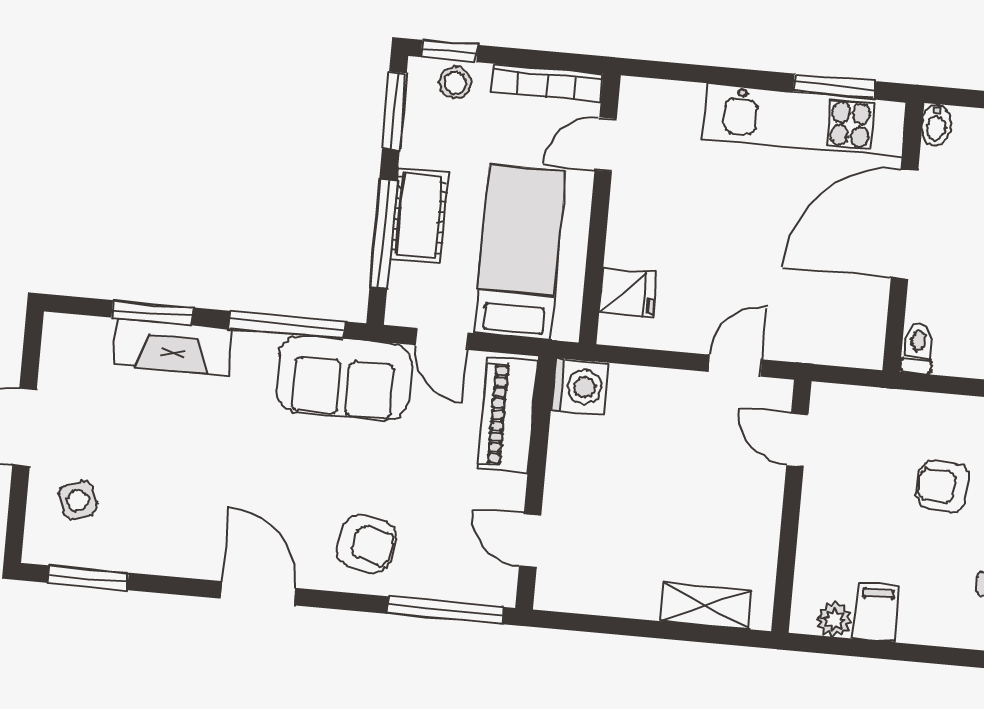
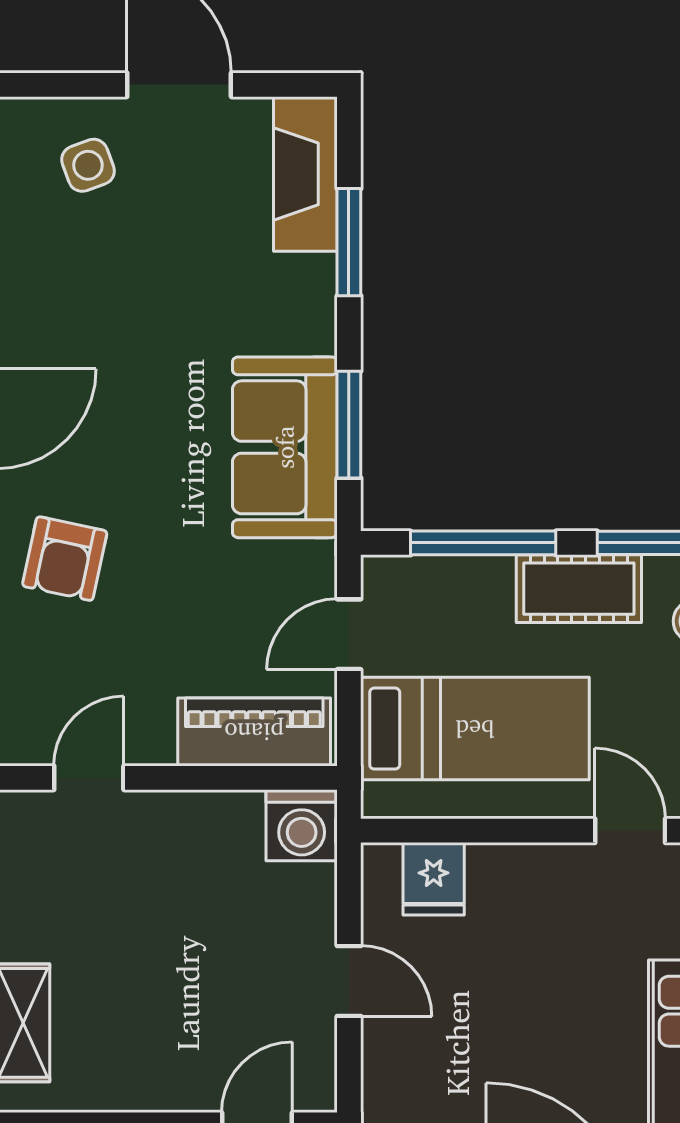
cot: (419, 215) -> (579, 589), moved
window: (287, 325) -> (349, 425), width x0.69
fireplace: (173, 347) -> (305, 174), moved
door: (735, 366) -> (349, 981), moved
sofa: (344, 378) -> (285, 447), moved

